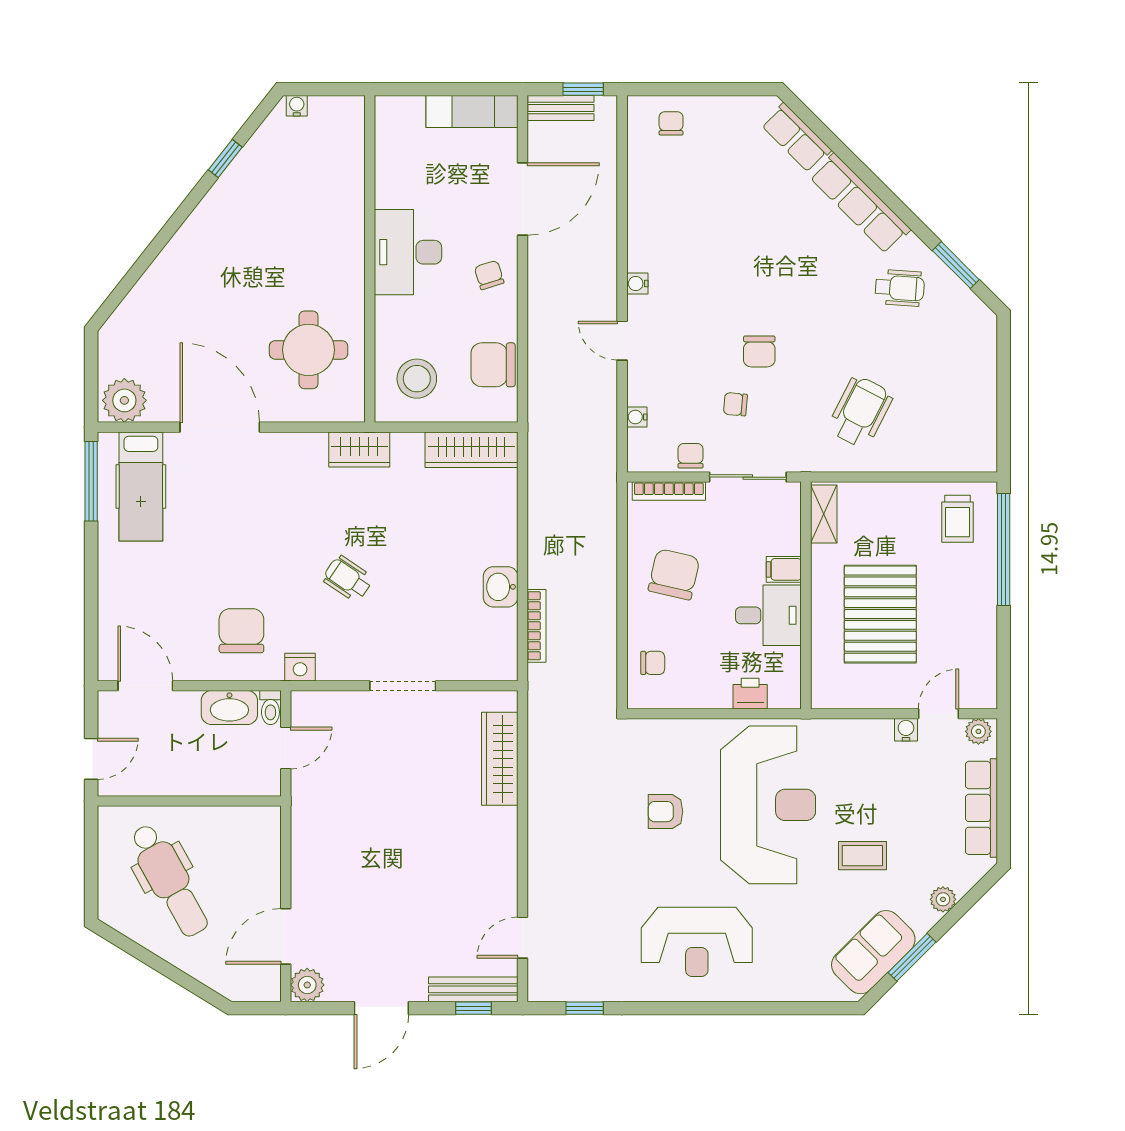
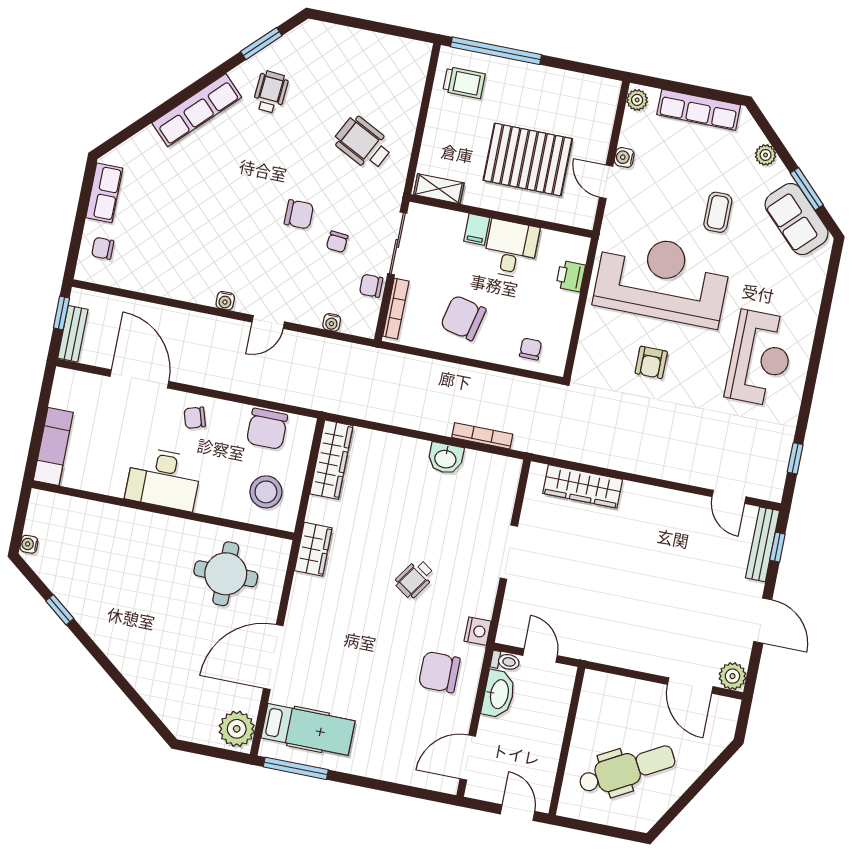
exam couch: (472, 111) -> (53, 447), moved
row of seats: (796, 138) -> (104, 193), moved, turned -45
door: (939, 714) -> (606, 182), moved

